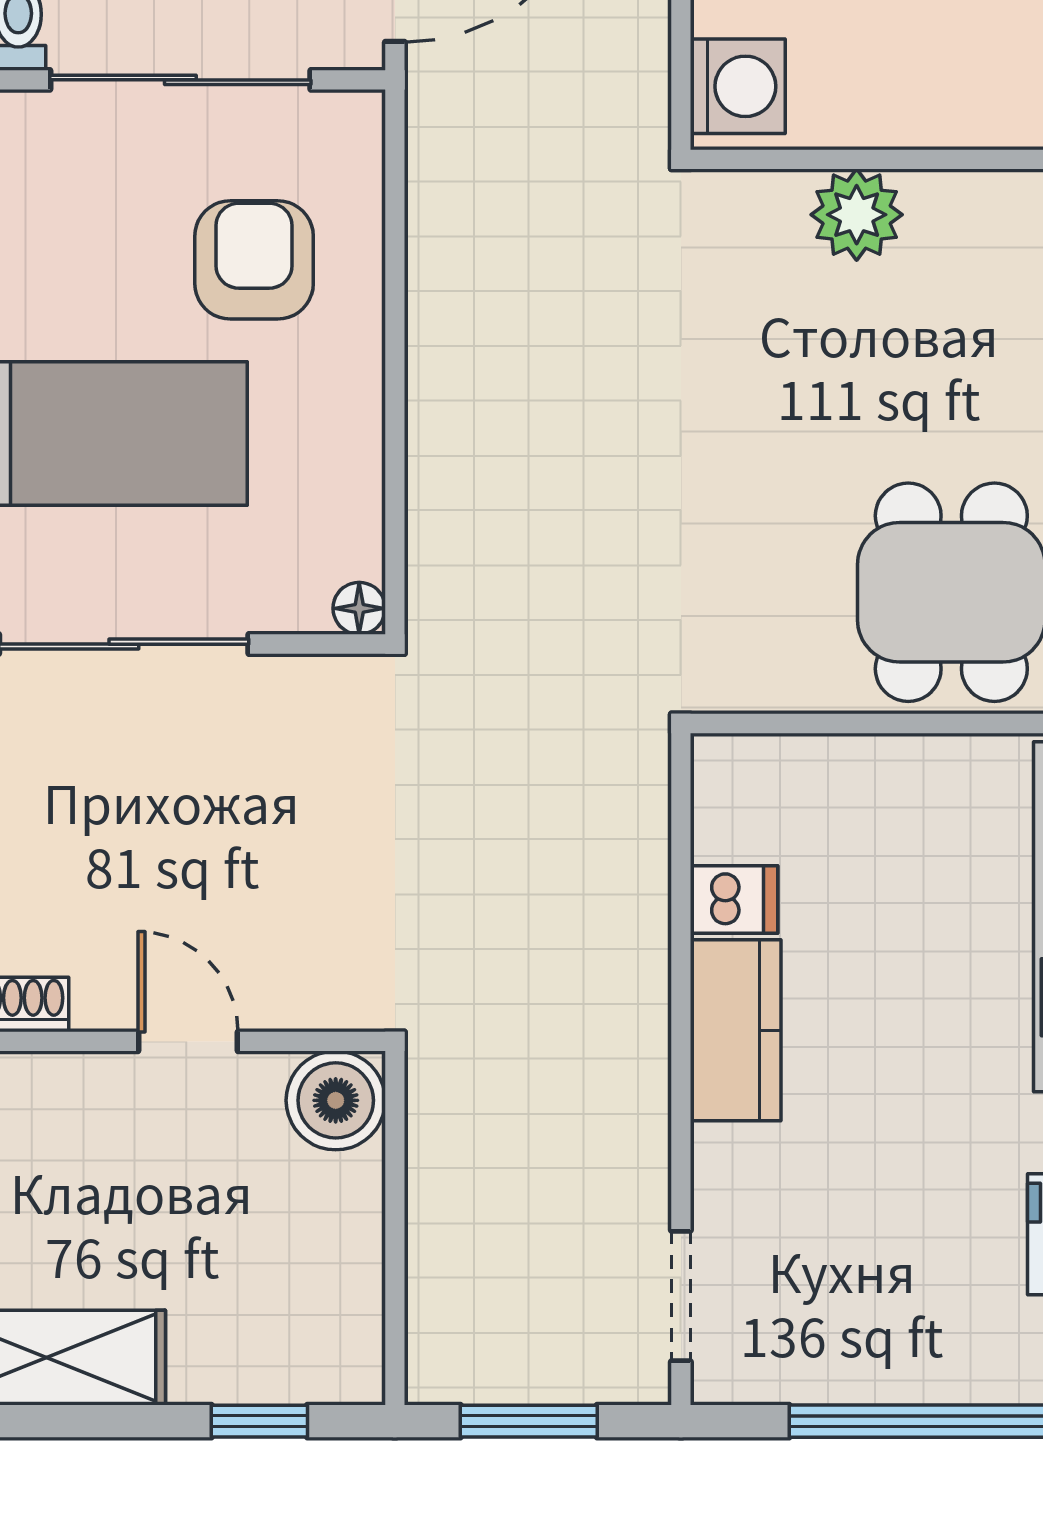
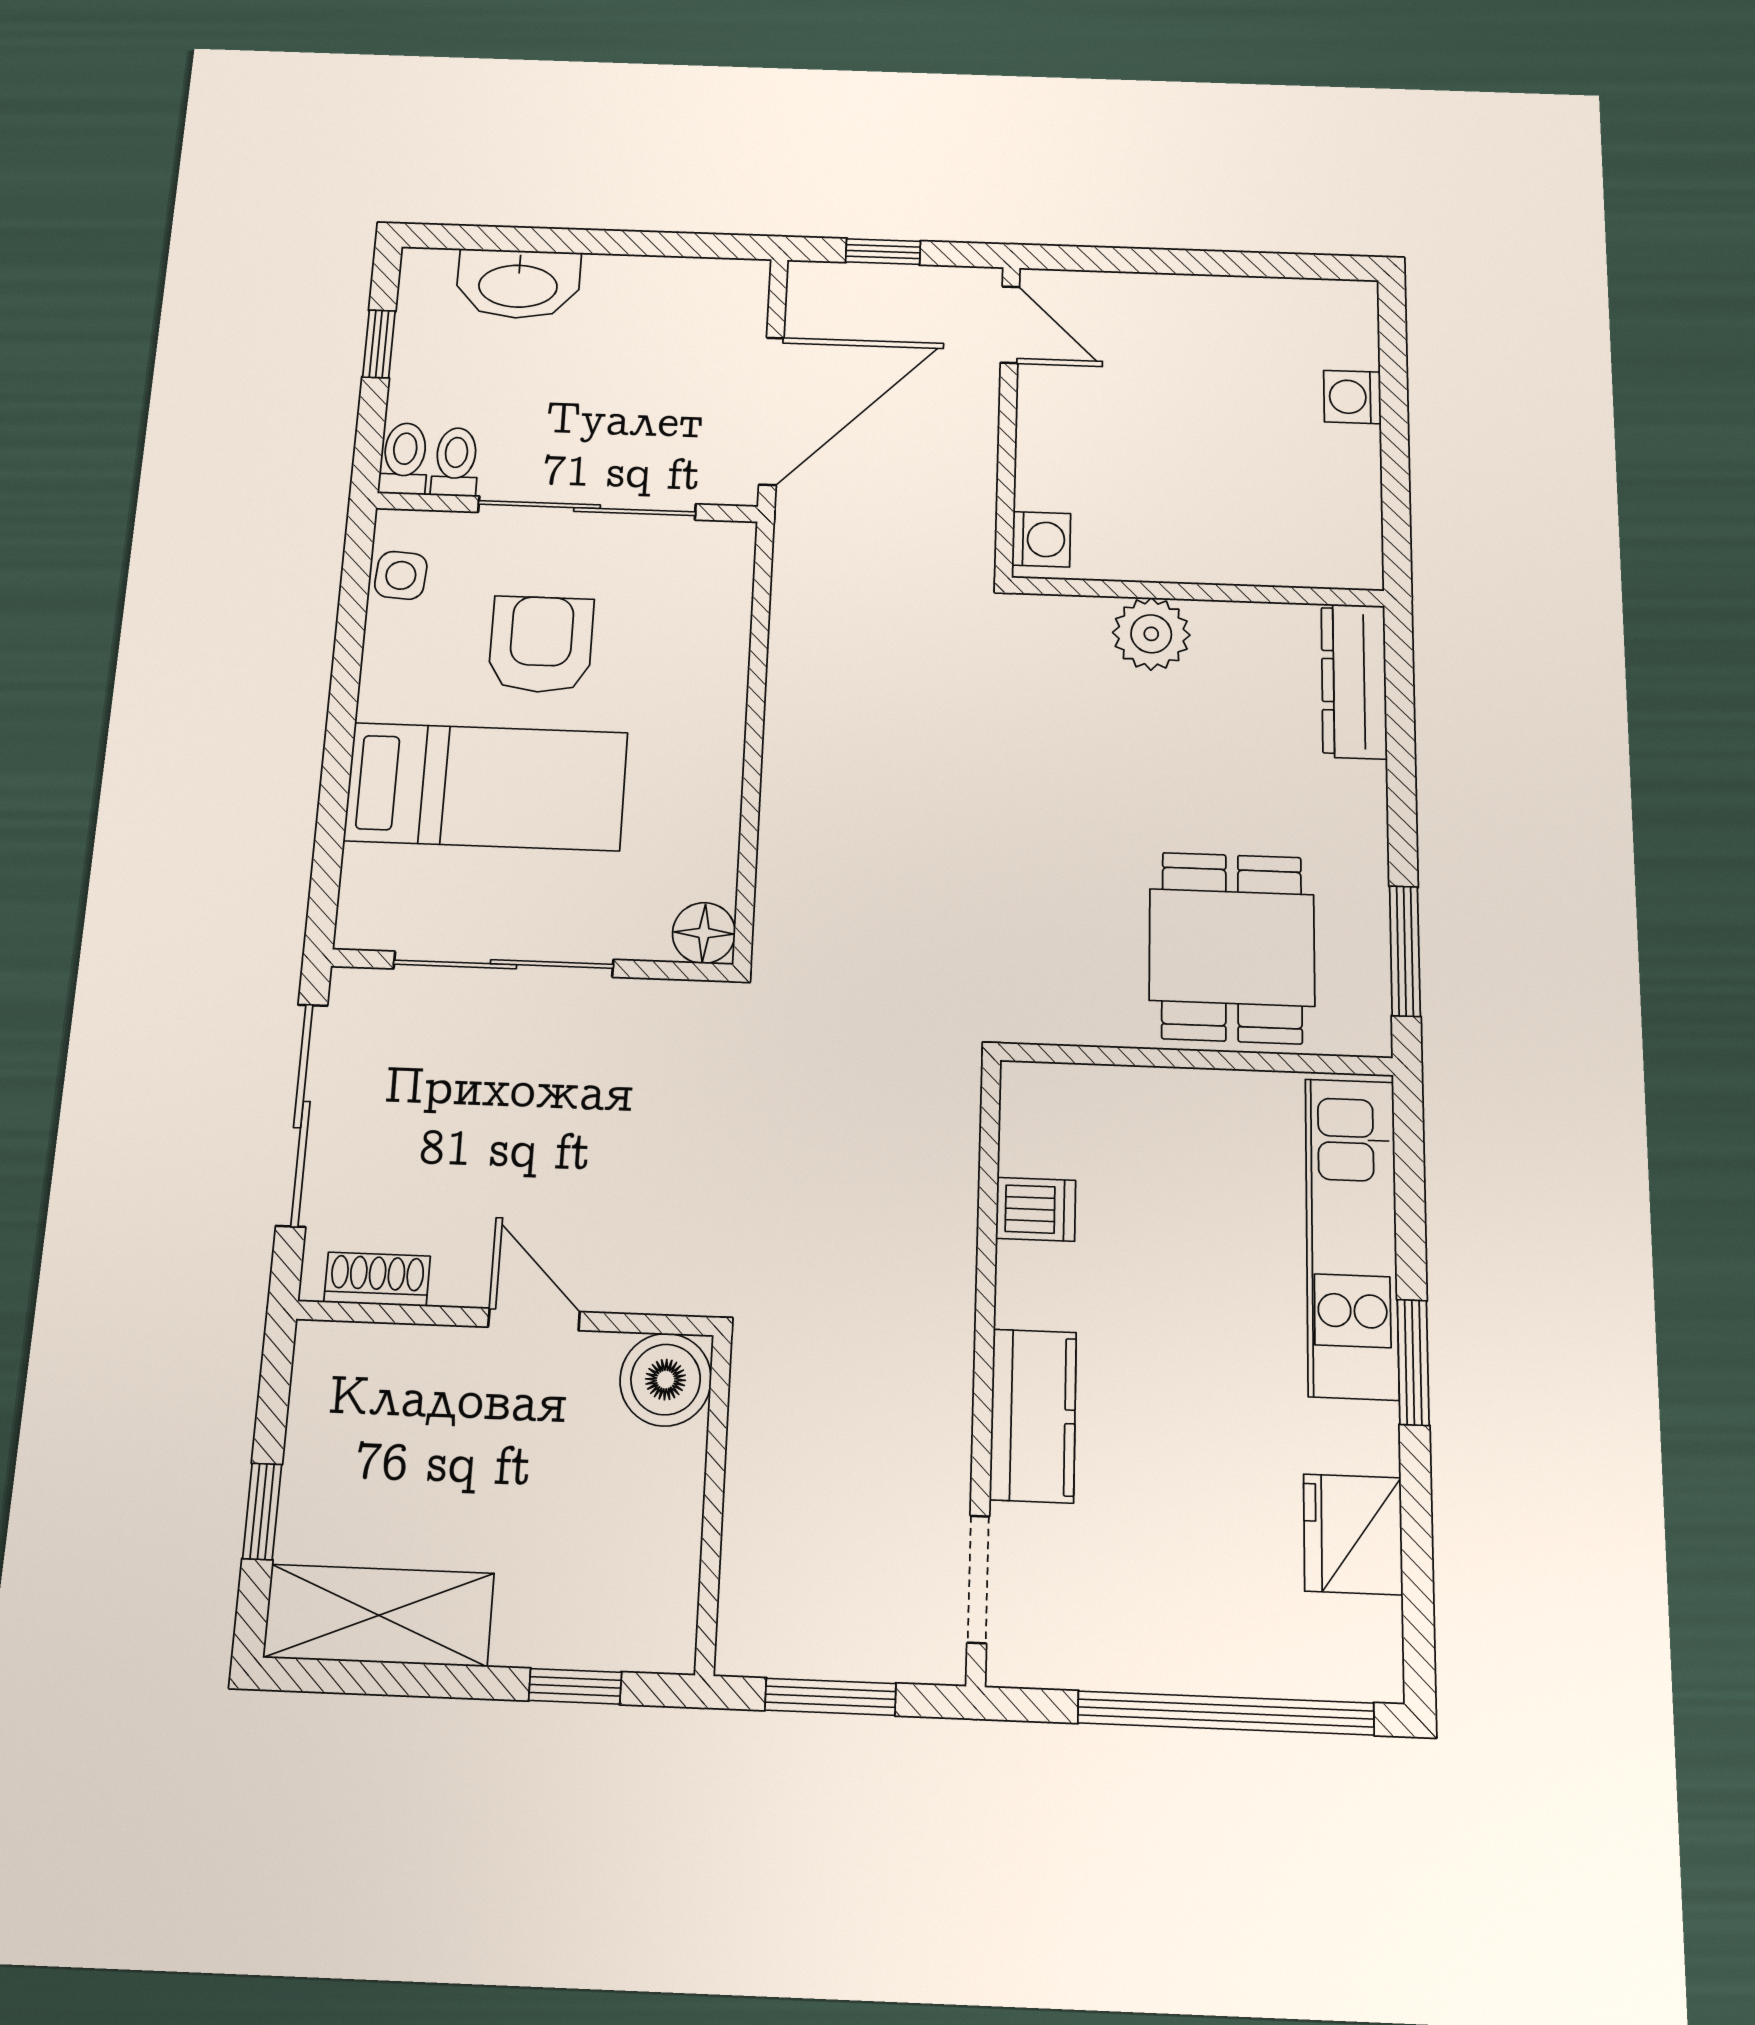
washing machine: (738, 86) -> (1041, 539), width x0.73, depth x0.73
armchair: (254, 260) -> (541, 644), moved
floor lamp: (359, 608) -> (704, 933), width x1.37, depth x1.37
kitchen counter: (736, 1030) -> (1033, 1415), moved

